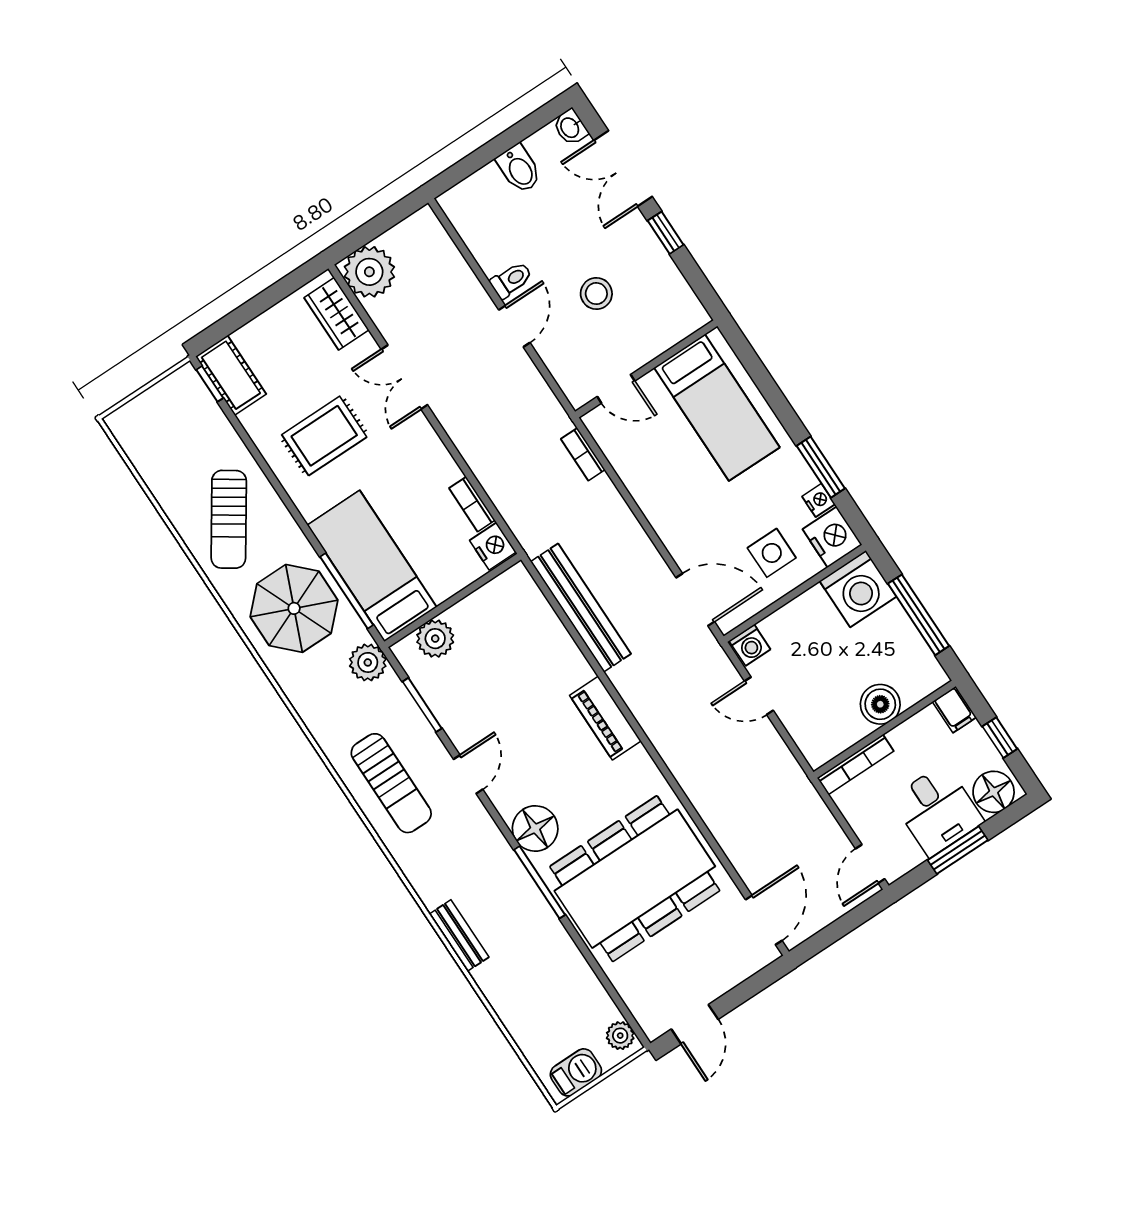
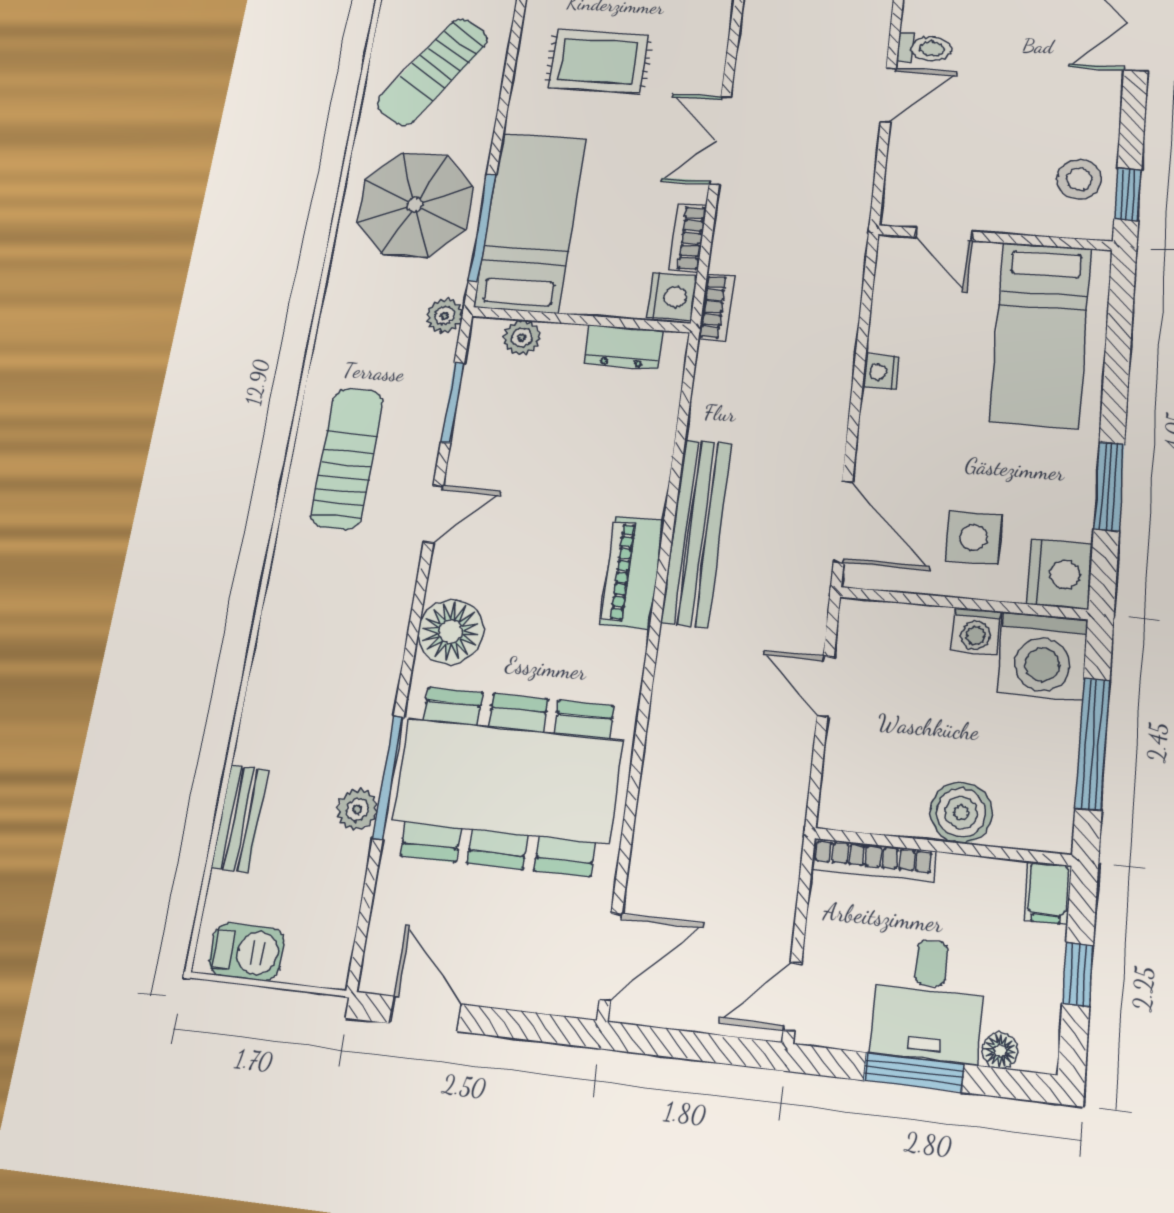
window: (666, 233) -> (1128, 195), moved
stool: (596, 294) -> (1079, 179), moved
double door: (404, 377) -> (720, 141), moved
bookcase: (583, 454) -> (716, 307), moved, turned 180
nightstand: (819, 500) -> (881, 372), moved, turned 180
dresser: (491, 597) -> (623, 347), added
bench: (581, 608) -> (696, 532), moved
plant: (435, 639) -> (522, 337), width x0.73, depth x0.73
washing machine: (750, 645) -> (976, 631), moved
plant: (368, 662) -> (444, 316), width x0.73, depth x0.73
sun lounger: (391, 783) -> (347, 458), turned 180
floor lamp: (994, 792) -> (1000, 1051), width x0.53, depth x0.53
window: (540, 882) -> (388, 777), moved
bench: (459, 936) -> (240, 819), moved
door: (695, 1024) -> (426, 1014), swing flipped
plant: (620, 1036) -> (357, 809), moved

